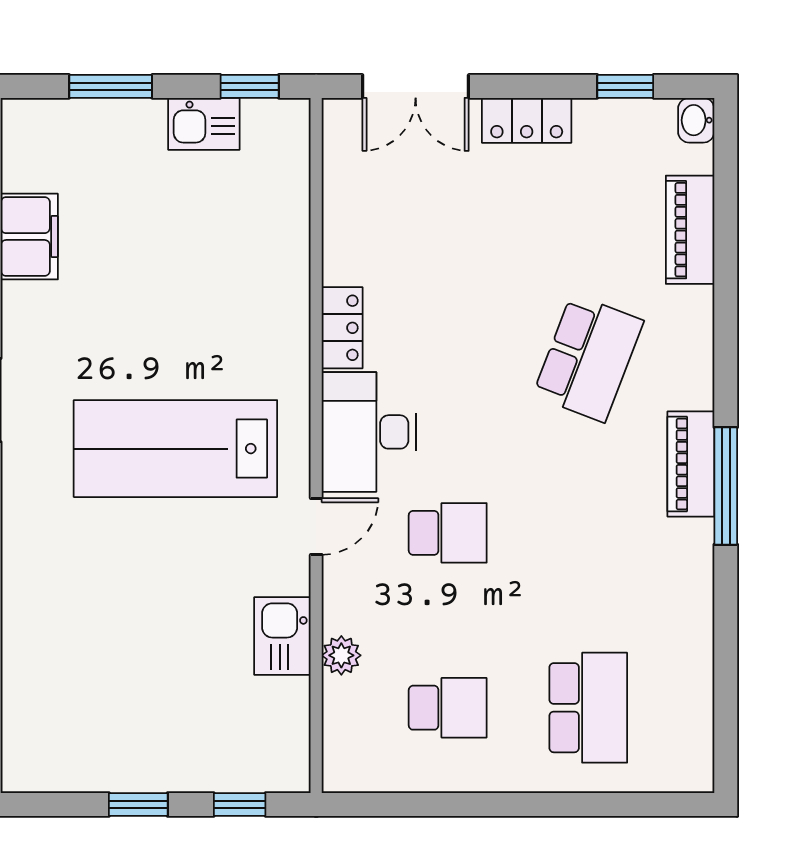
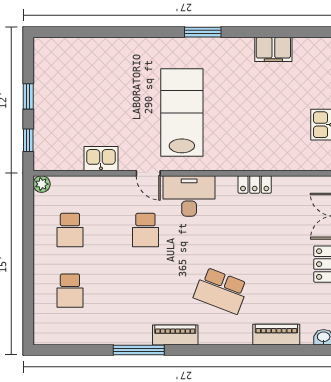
locker: (342, 328) -> (255, 184), moved
window: (726, 486) -> (139, 350), moved
plant: (341, 655) -> (42, 184), moved
school desk: (588, 708) -> (70, 291), width x0.54

